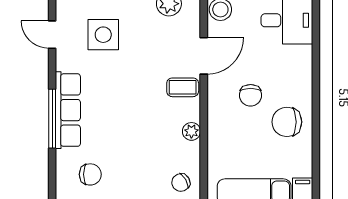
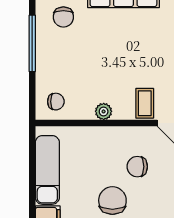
chair: (181, 183) -> (56, 102), turned 120

